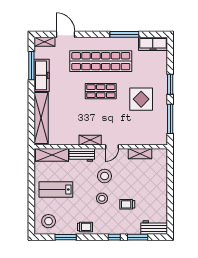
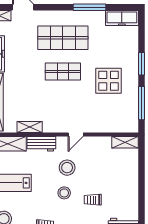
shop shelf: (101, 61) -> (63, 38), width x0.71
shelving: (90, 140) -> (30, 127), moved
shelving: (140, 154) -> (125, 142), moved

